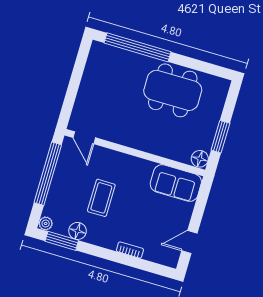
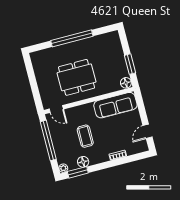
window: (138, 47) -> (72, 38), moved
dining table: (173, 90) -> (77, 77), moved
sofa: (176, 183) -> (115, 105), width x1.36

